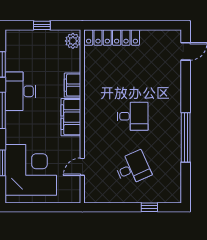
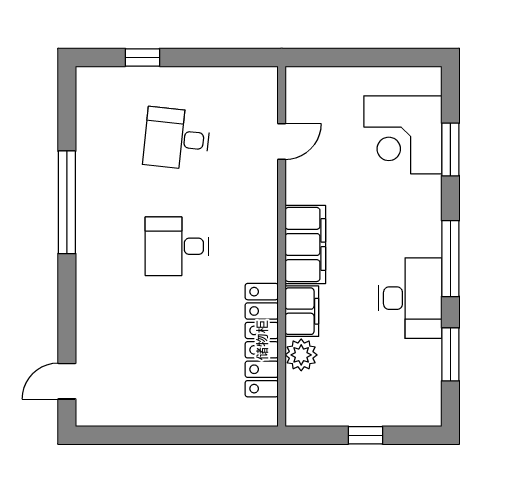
locker: (112, 37) -> (262, 340), moved, turned -90
plant: (73, 41) -> (301, 355), moved
desk: (133, 168) -> (177, 139), turned 30
corner desk: (31, 170) -> (403, 135), width x0.74, depth x0.74

